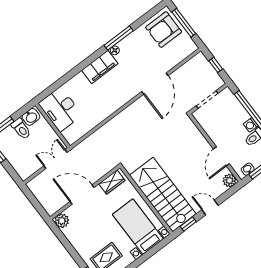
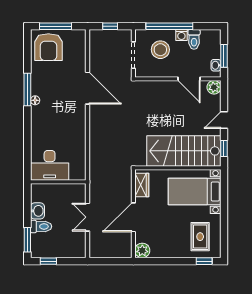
filing cabinet: (100, 67) -> (39, 123), removed
desk: (60, 109) -> (50, 165), moved
stool: (227, 117) -> (160, 50), added
wall: (53, 126) -> (58, 182), moved

